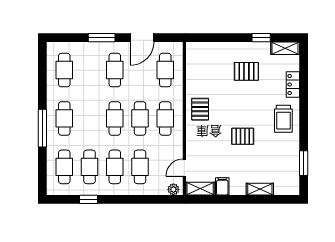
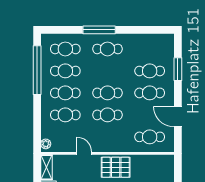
window: (102, 38) -> (178, 69), moved
cafe table: (64, 70) -> (150, 71), moved
pallet: (200, 109) -> (116, 167), width x1.50, depth x1.42
cafe table: (165, 118) -> (107, 137), removed
door: (184, 168) -> (84, 153), moved
window: (89, 199) -> (37, 70), width x3.17

